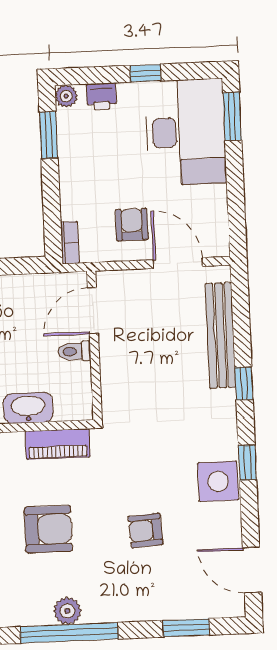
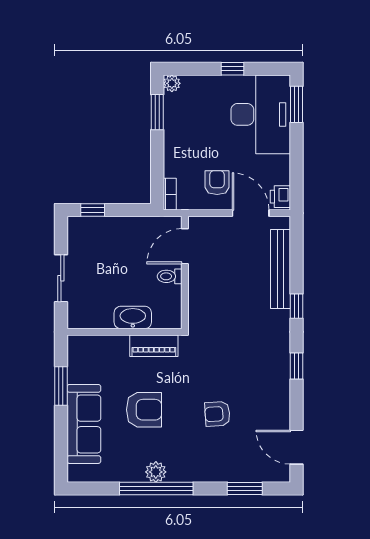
printer: (101, 96) -> (280, 197), moved, turned 90
side table: (218, 481) -> (274, 379), removed

